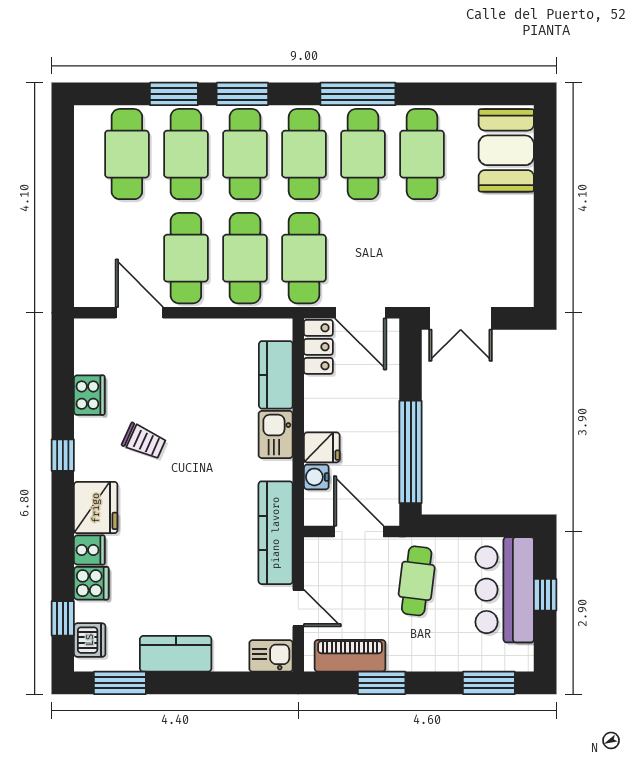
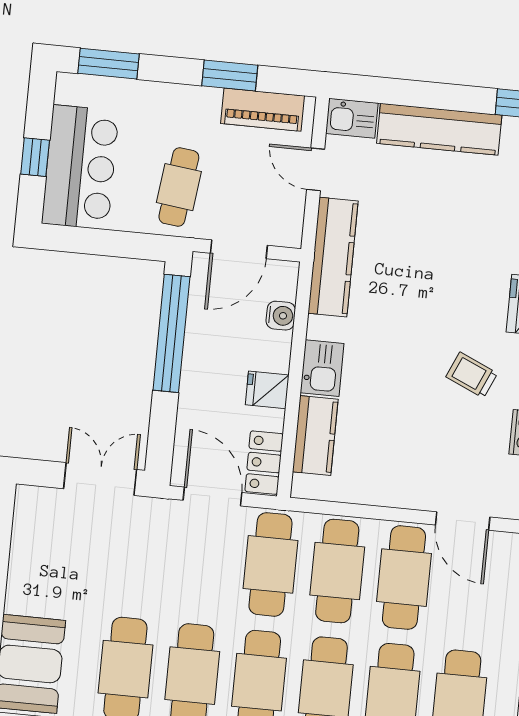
fridge: (322, 447) -> (267, 390), moved
door: (359, 531) -> (239, 249), hinge flipped
kitchen counter: (176, 654) -> (439, 129), width x1.50

